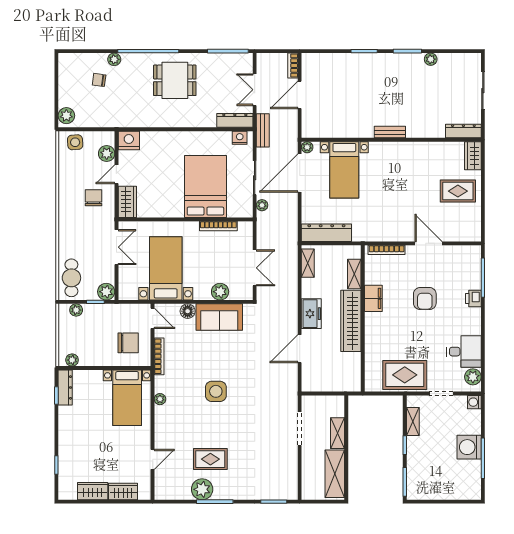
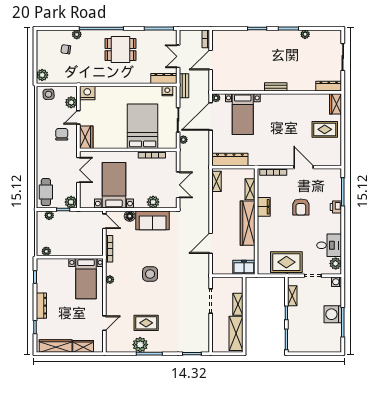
freezer: (311, 314) -> (244, 267), moved, turned -90
chair: (128, 343) -> (87, 239), removed
dresser: (65, 387) -> (41, 306), moved
wardrobe: (93, 491) -> (56, 346), width x1.50

